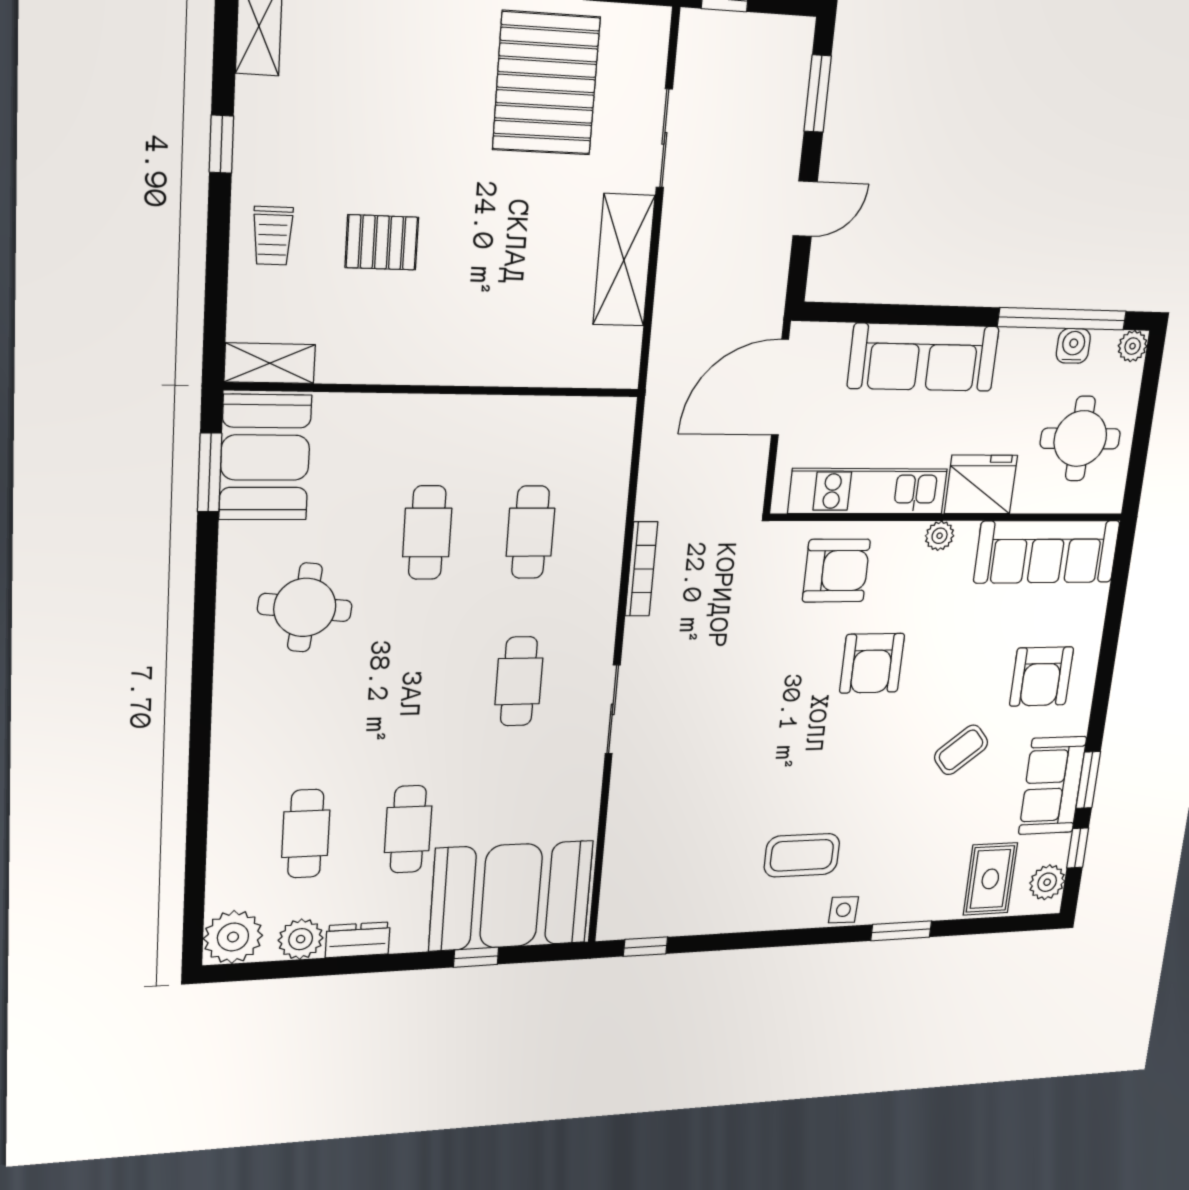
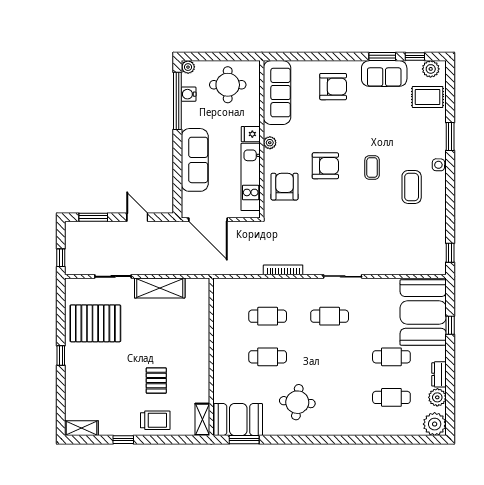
trolley: (273, 236) -> (155, 420), width x1.36, depth x1.39
fridge: (981, 484) -> (251, 134), width x0.53, depth x0.75
coffee table: (961, 750) -> (372, 168), moved, turned 39

